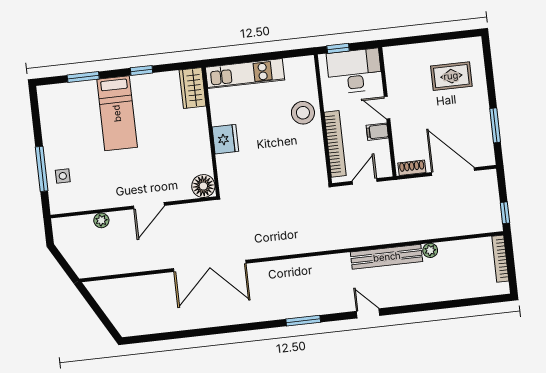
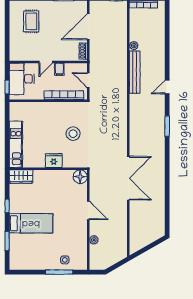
stool: (303, 113) -> (73, 134), moved

